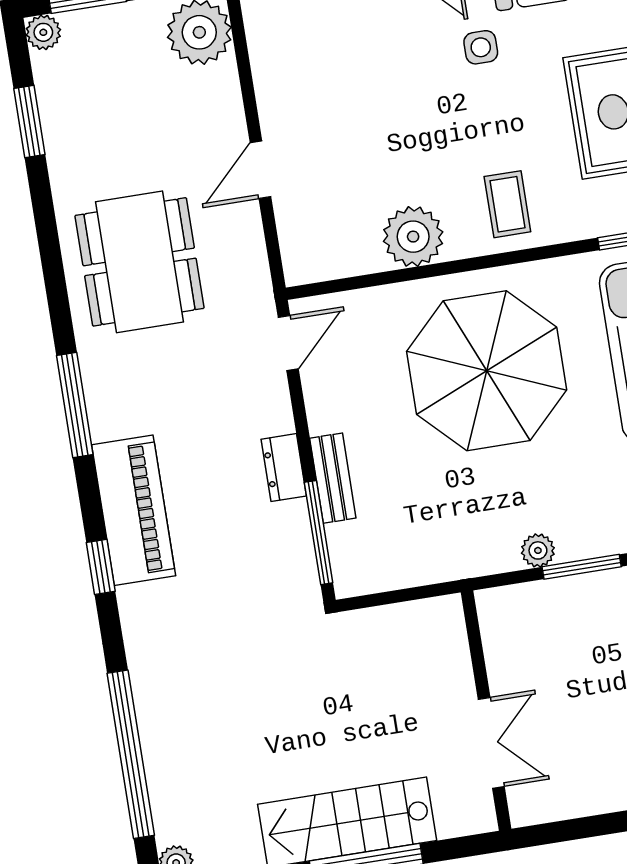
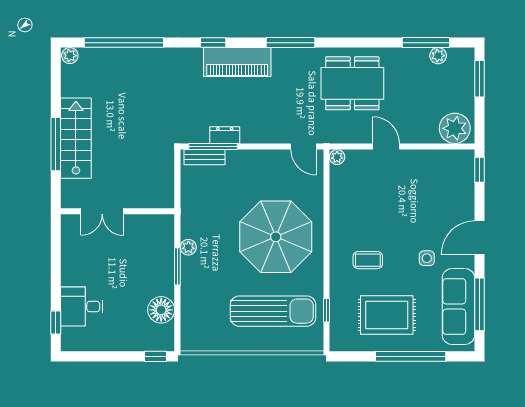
plant: (43, 32) -> (438, 56), moved
window: (29, 122) -> (426, 43), width x1.44
coffee table: (507, 204) -> (368, 260), moved
plant: (413, 237) -> (337, 157), moved, width x0.53, depth x0.53
dresser: (284, 468) -> (225, 135), moved
bench: (333, 478) -> (205, 157), moved

